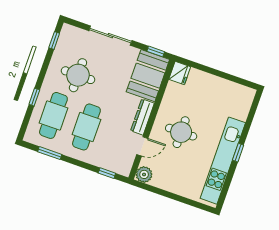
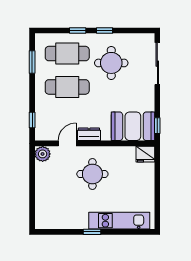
sliding door: (110, 36) -> (157, 64), moved
window: (54, 41) -> (105, 30), moved
dresser: (142, 117) -> (89, 134), width x0.70
door: (142, 146) -> (67, 143), swing flipped
kitchen unit: (223, 161) -> (119, 221), moved, width x0.73

